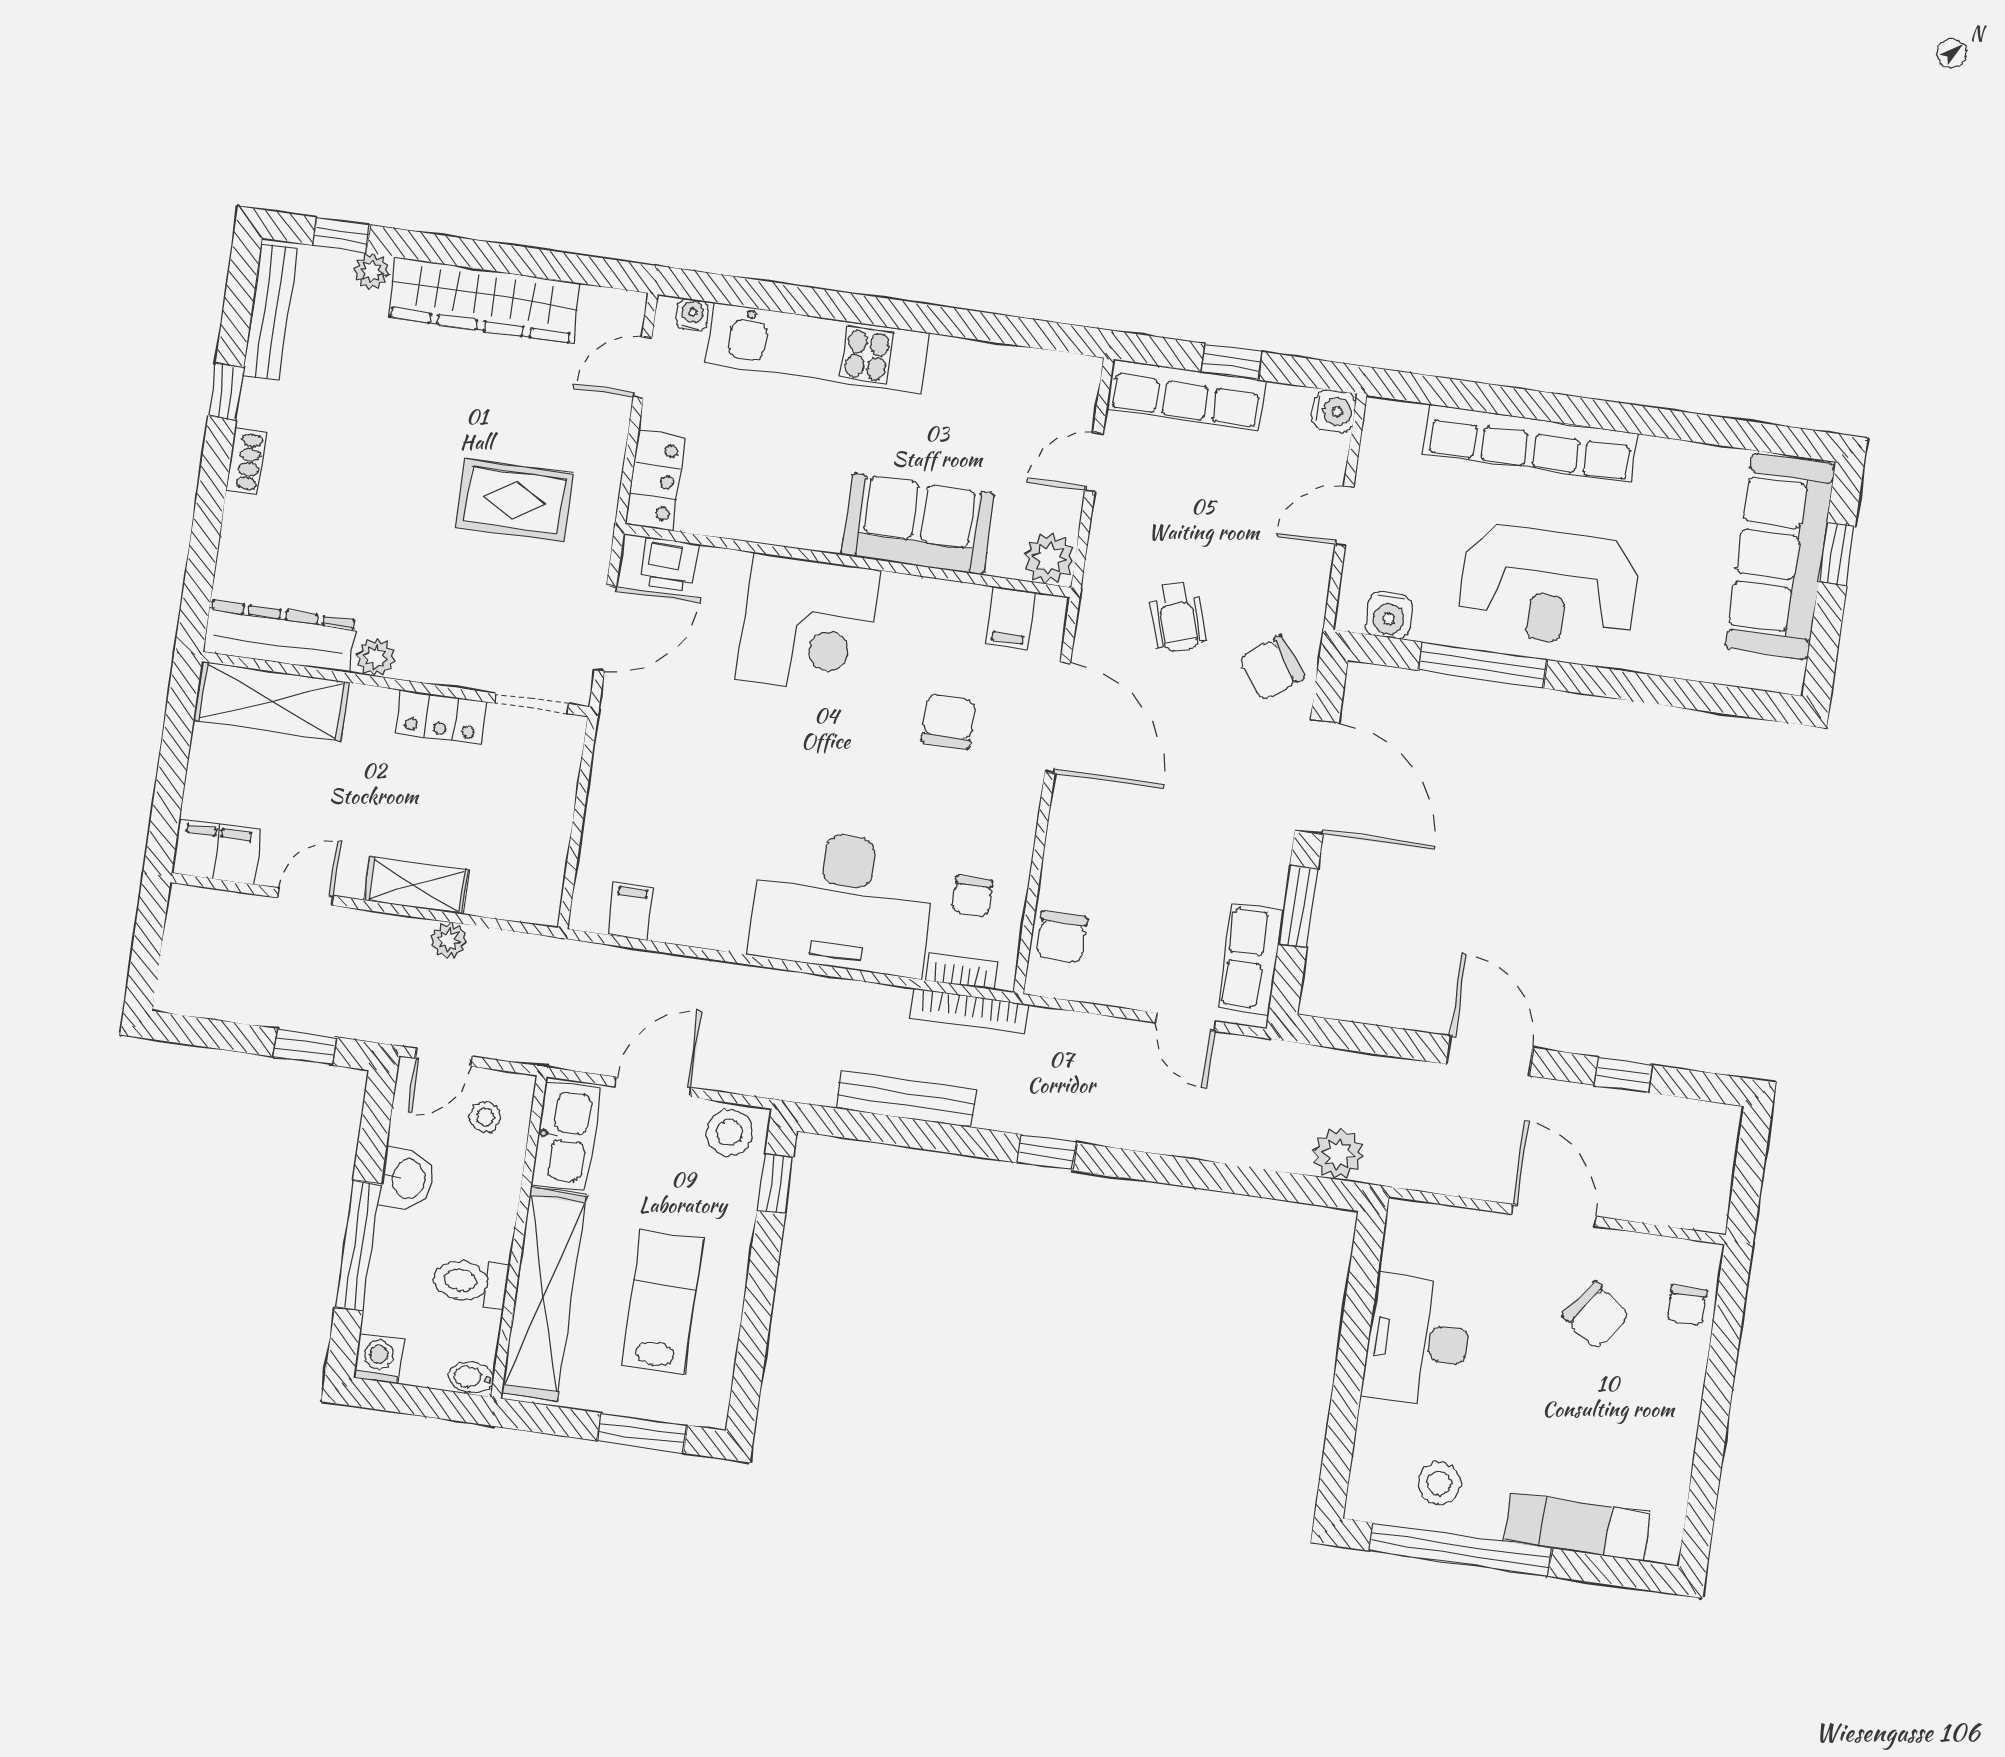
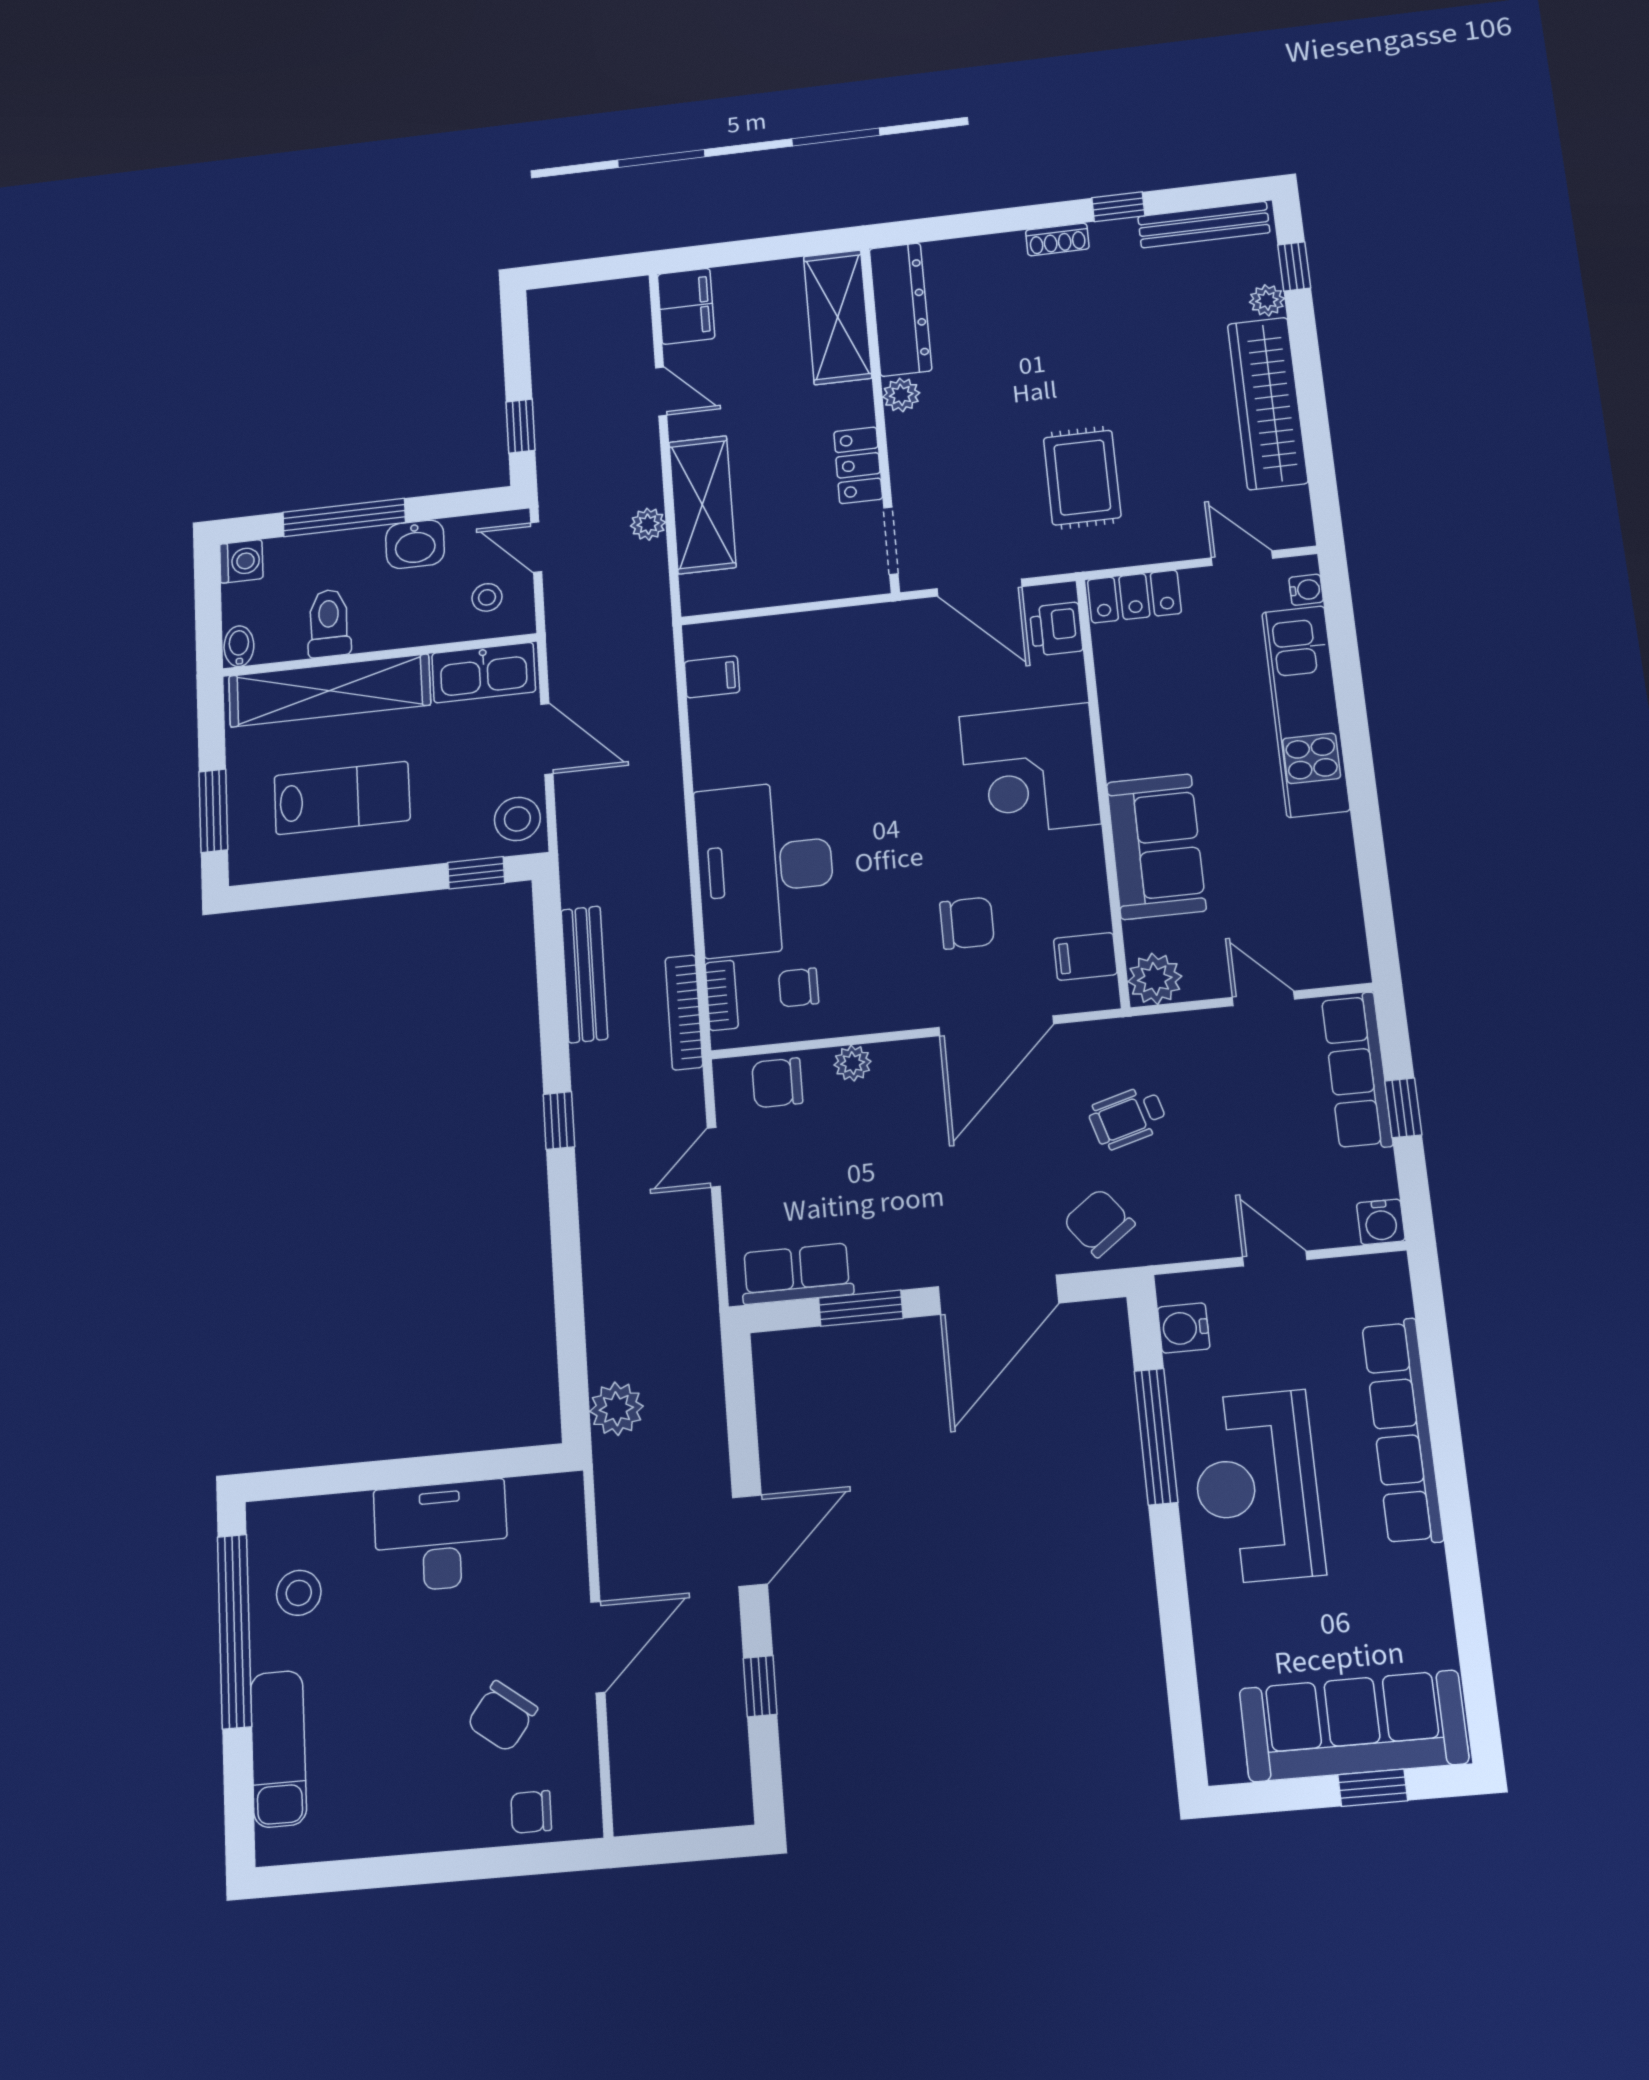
plant: (1060, 861) -> (853, 1063), added
shelving: (416, 885) -> (702, 505), width x1.50, depth x1.33
door: (1186, 1022) -> (714, 1157), moved

